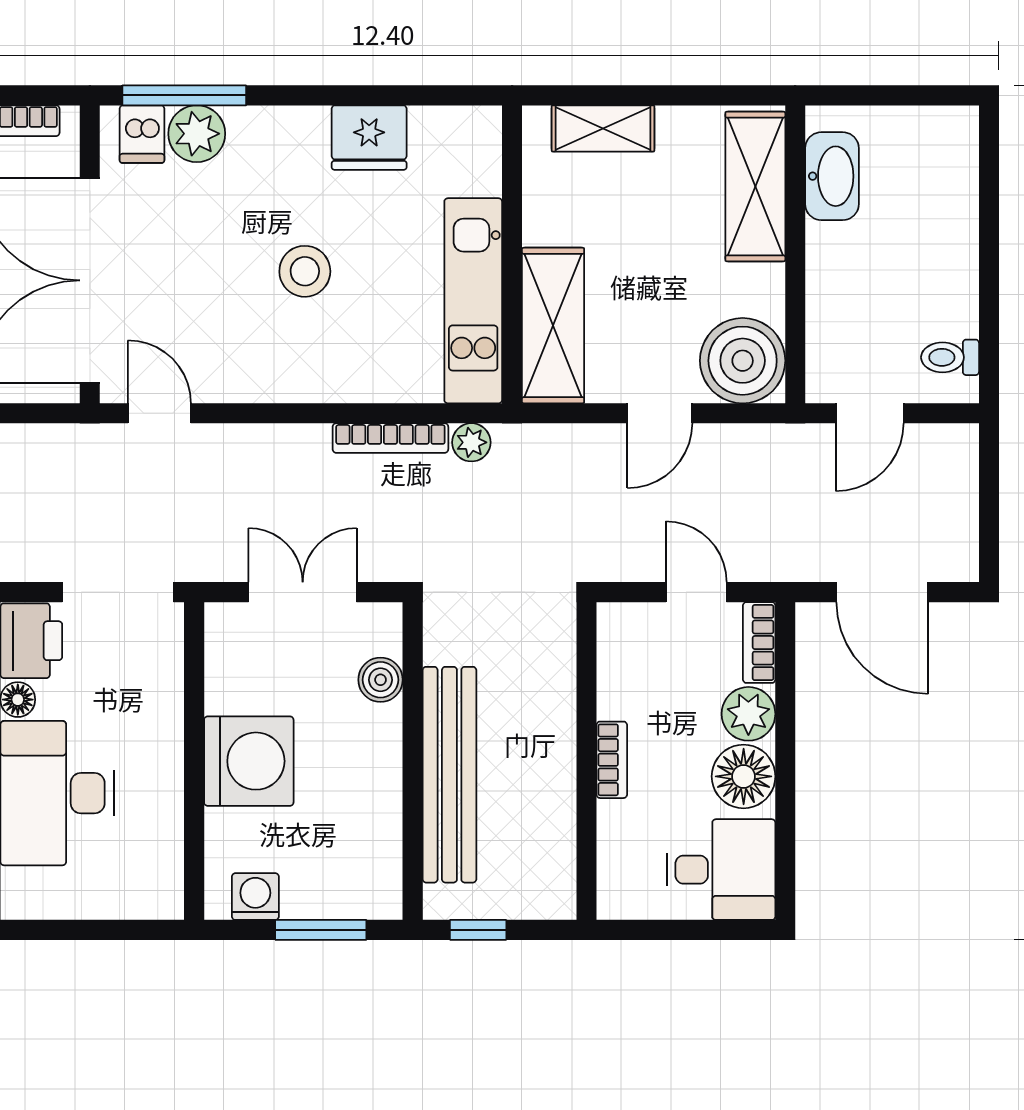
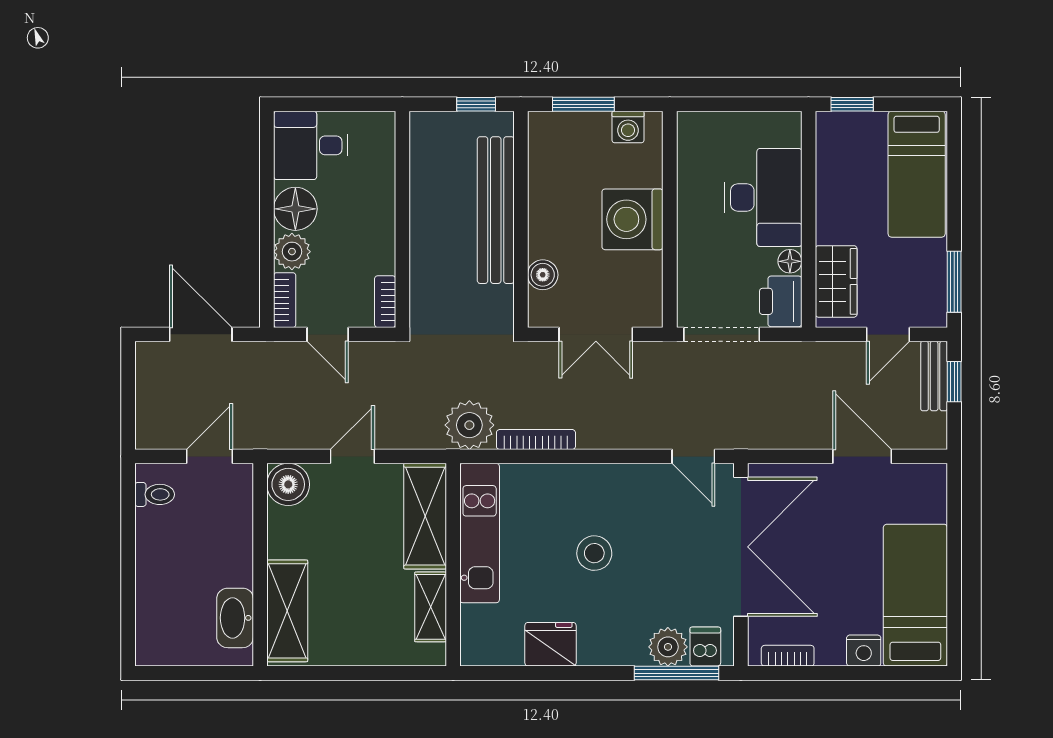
shelving: (603, 128) -> (431, 607), moved, turned 90
boiler: (743, 361) -> (288, 484), width x0.73, depth x0.73
plant: (471, 442) -> (469, 425), width x1.87, depth x1.87
bookcase: (612, 760) -> (385, 302), moved

